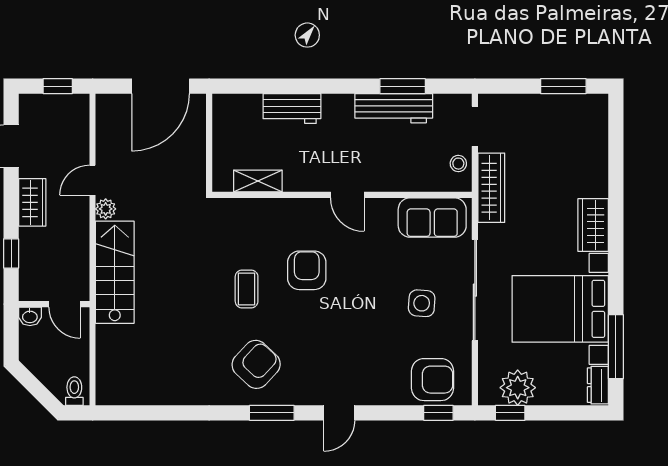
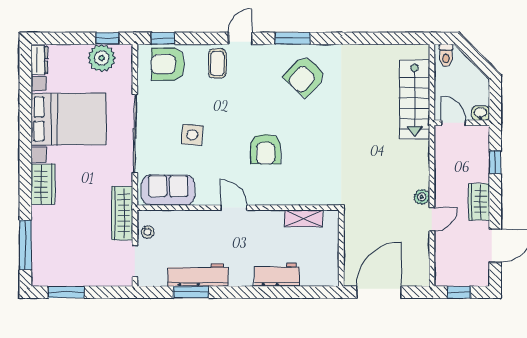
stairs: (115, 272) -> (415, 100), moved
coffee table: (247, 289) -> (217, 63), moved
side table: (422, 303) -> (192, 135), moved
window: (616, 347) -> (25, 245), moved

